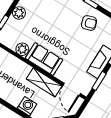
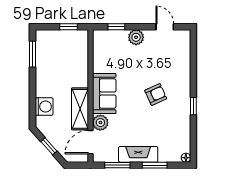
armchair: (89, 23) -> (156, 94), moved, turned -96
plant: (22, 49) -> (100, 123), moved

